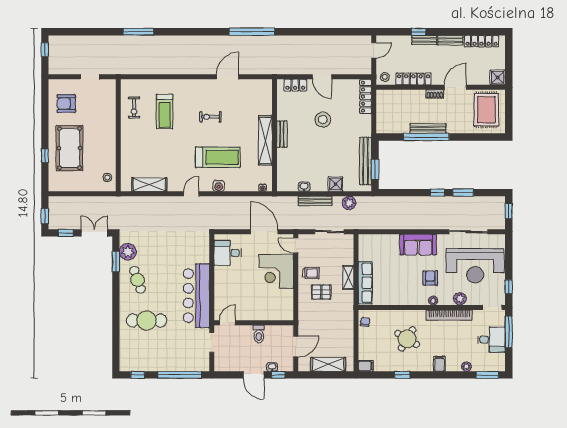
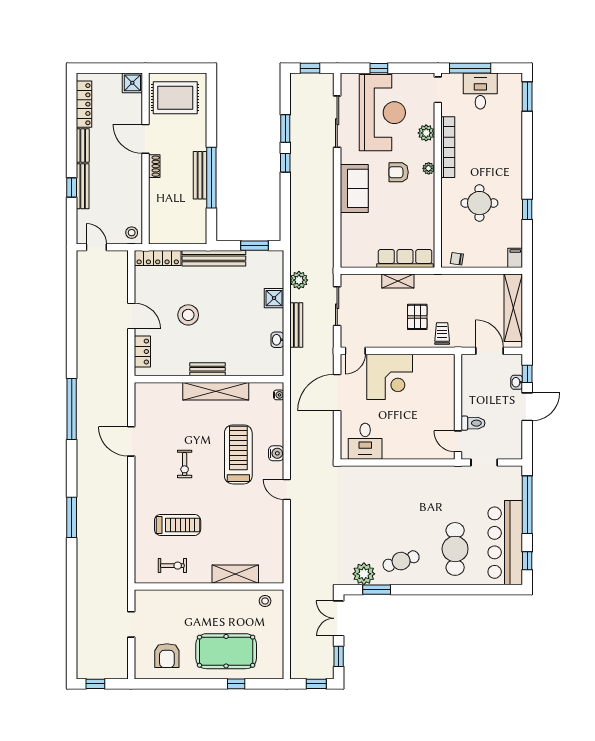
window: (138, 32) -> (72, 517), moved
bench: (424, 40) -> (83, 186), width x1.36
door: (322, 77) -> (131, 316), hinge flipped
locker: (413, 79) -> (134, 195), removed
bench: (366, 161) -> (214, 258), moved
shelving: (149, 185) -> (235, 574), moved, turned 90
trolley: (311, 273) -> (442, 334), moved
window: (509, 287) -> (379, 68), moved
bar counter: (196, 296) -> (505, 543), moved, turned 90
toilet: (259, 334) -> (473, 423), moved
round table: (407, 339) -> (479, 203), turned -31
shelving: (328, 364) -> (513, 308), width x1.47
filing cabinet: (439, 364) -> (512, 160), removed
plant: (467, 367) -> (516, 124), removed

